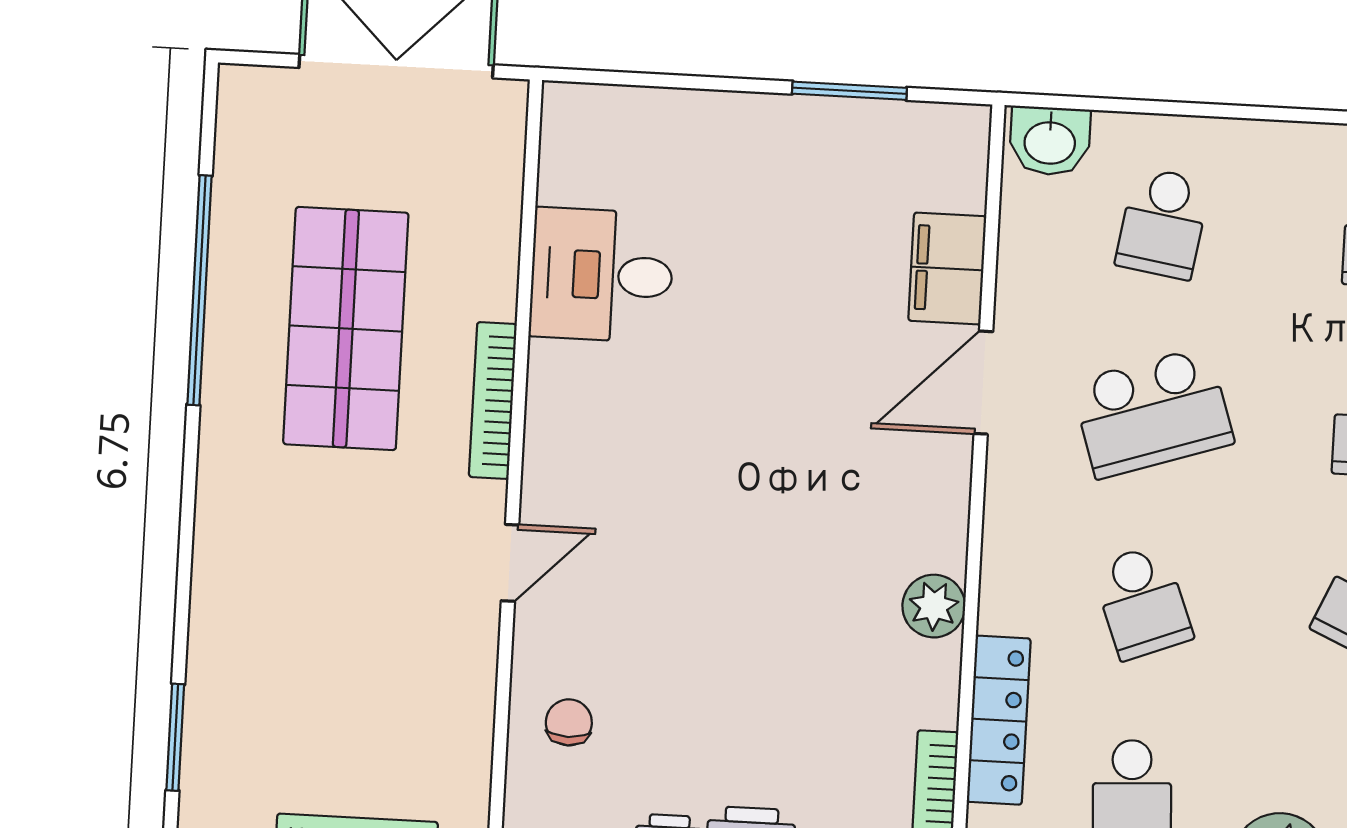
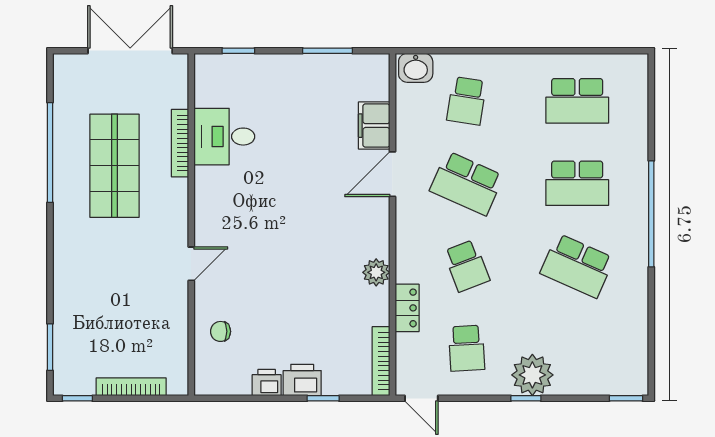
window: (645, 80) -> (238, 51), added
bookcase: (493, 401) -> (180, 143), moved
school desk: (1153, 413) -> (467, 183), turned 42
locker: (999, 720) -> (407, 308), width x0.66
chair: (569, 722) -> (221, 331), turned -90

